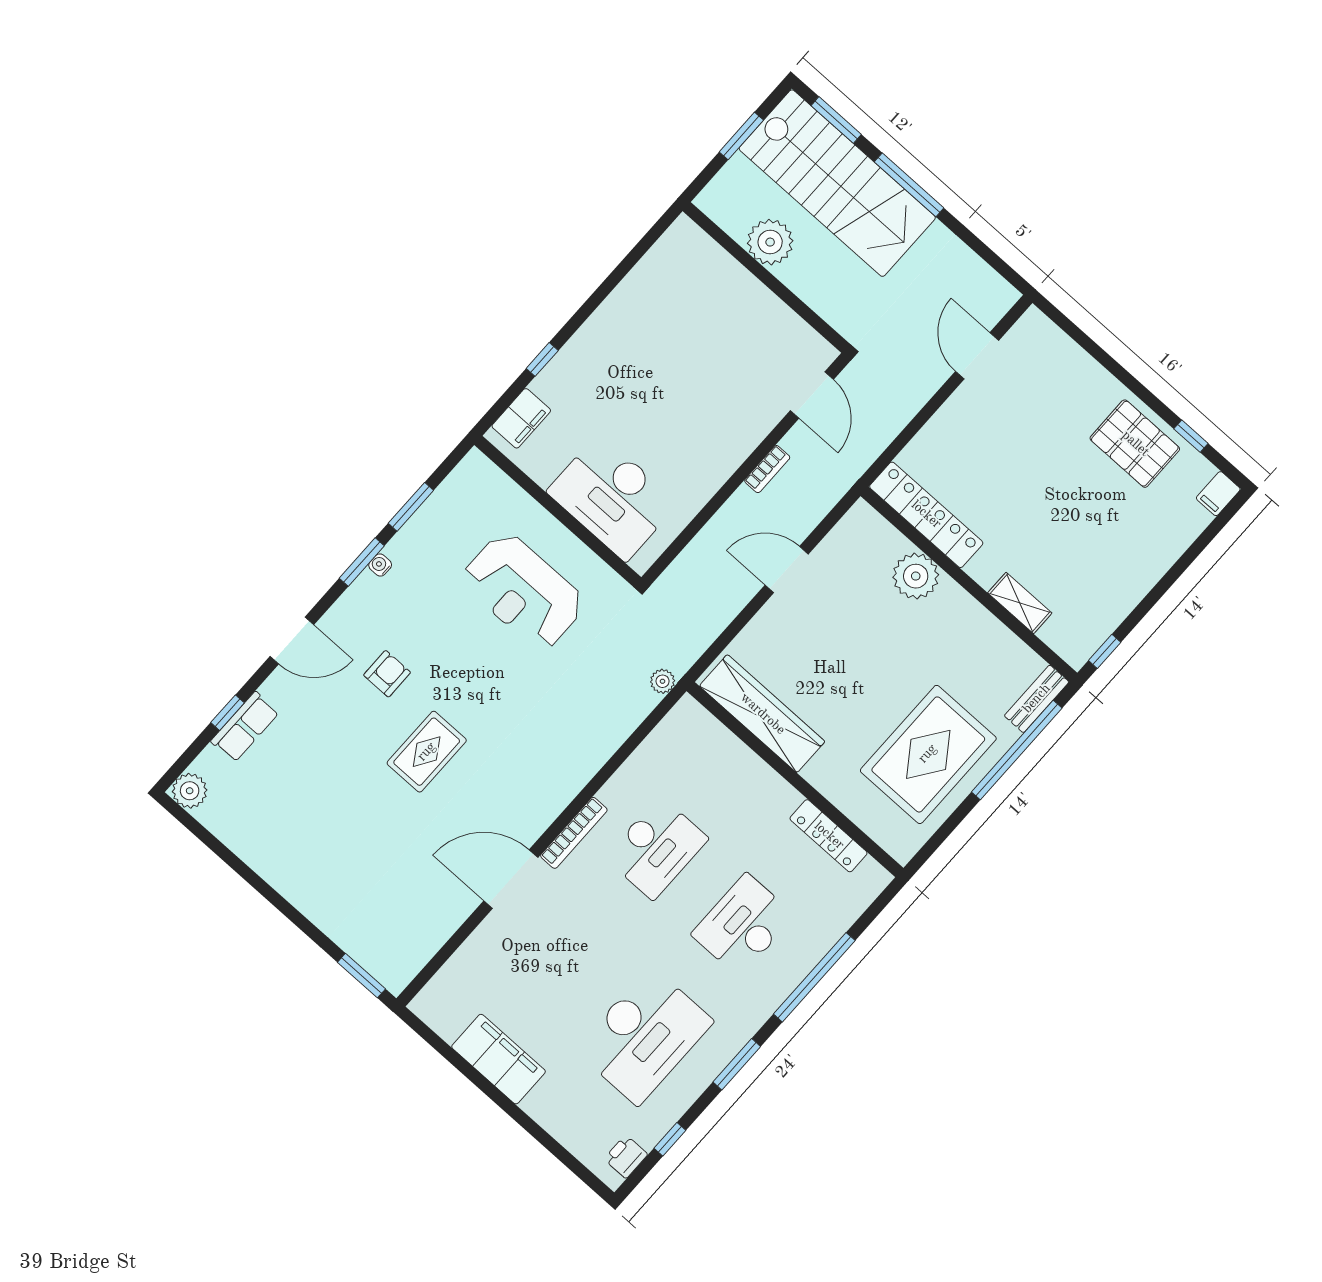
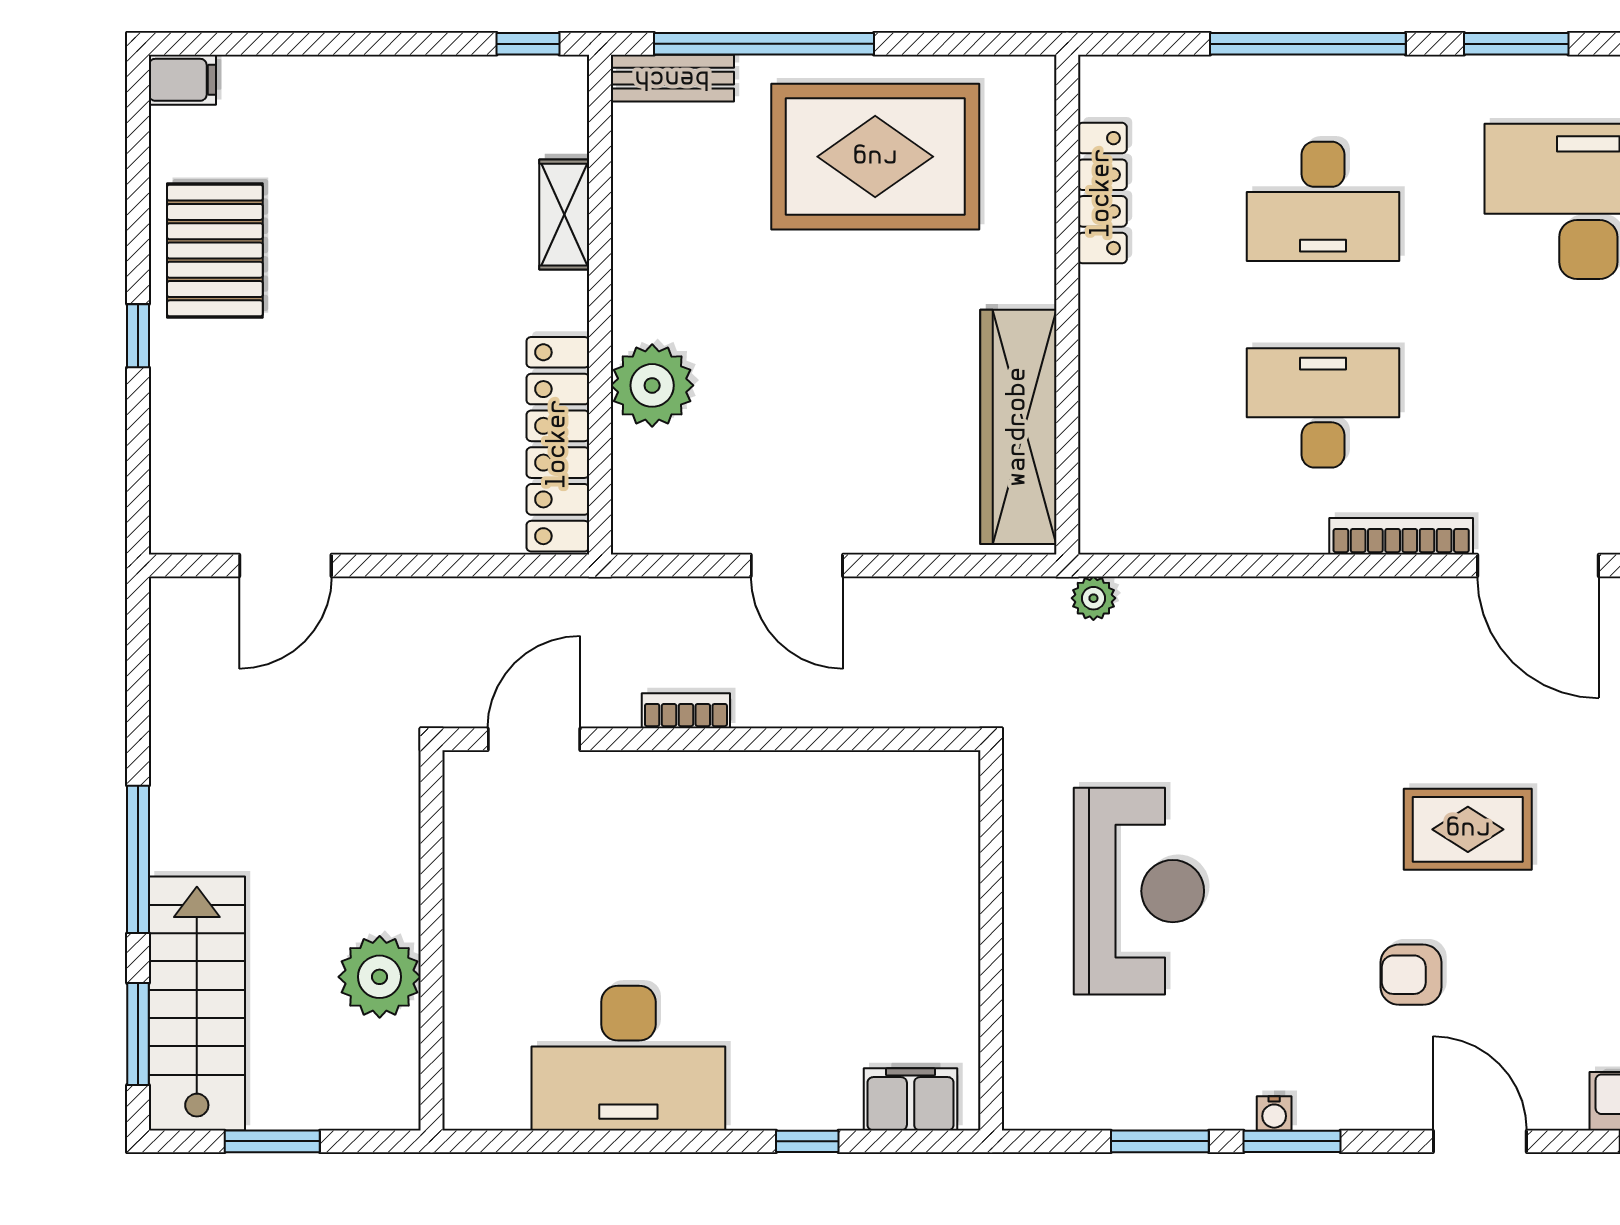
stairs: (837, 183) -> (197, 1003), width x0.73, depth x0.66
window: (1191, 436) -> (138, 336), moved
desk: (612, 497) -> (628, 1058), moved, turned 90

